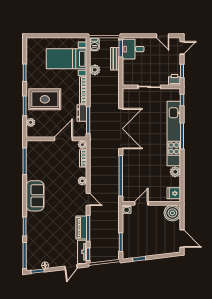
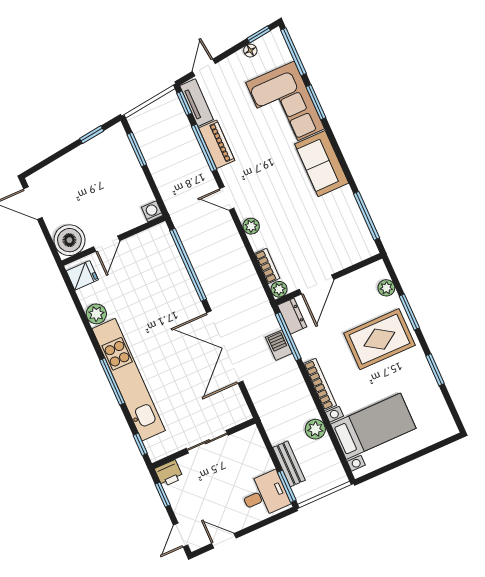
barbecue: (94, 44) -> (279, 345), moved
dresser: (82, 113) -> (292, 316), moved
door: (141, 203) -> (107, 244), moved
corner sofa: (40, 231) -> (285, 106), added

